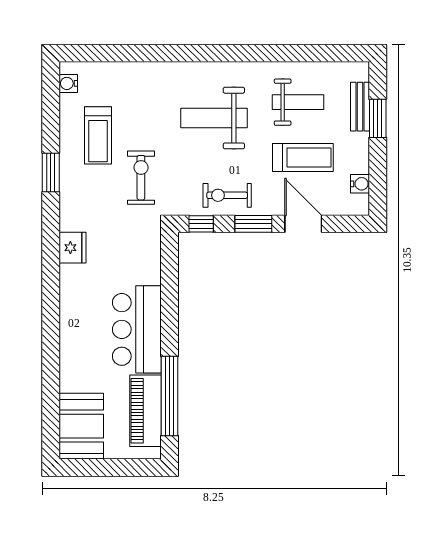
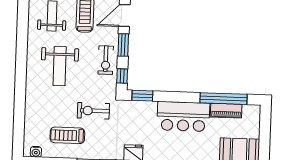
treadmill: (98, 135) -> (67, 135), turned 180
window: (169, 259) -> (142, 96), added
piano: (146, 411) -> (226, 111), width x0.73, depth x0.75

